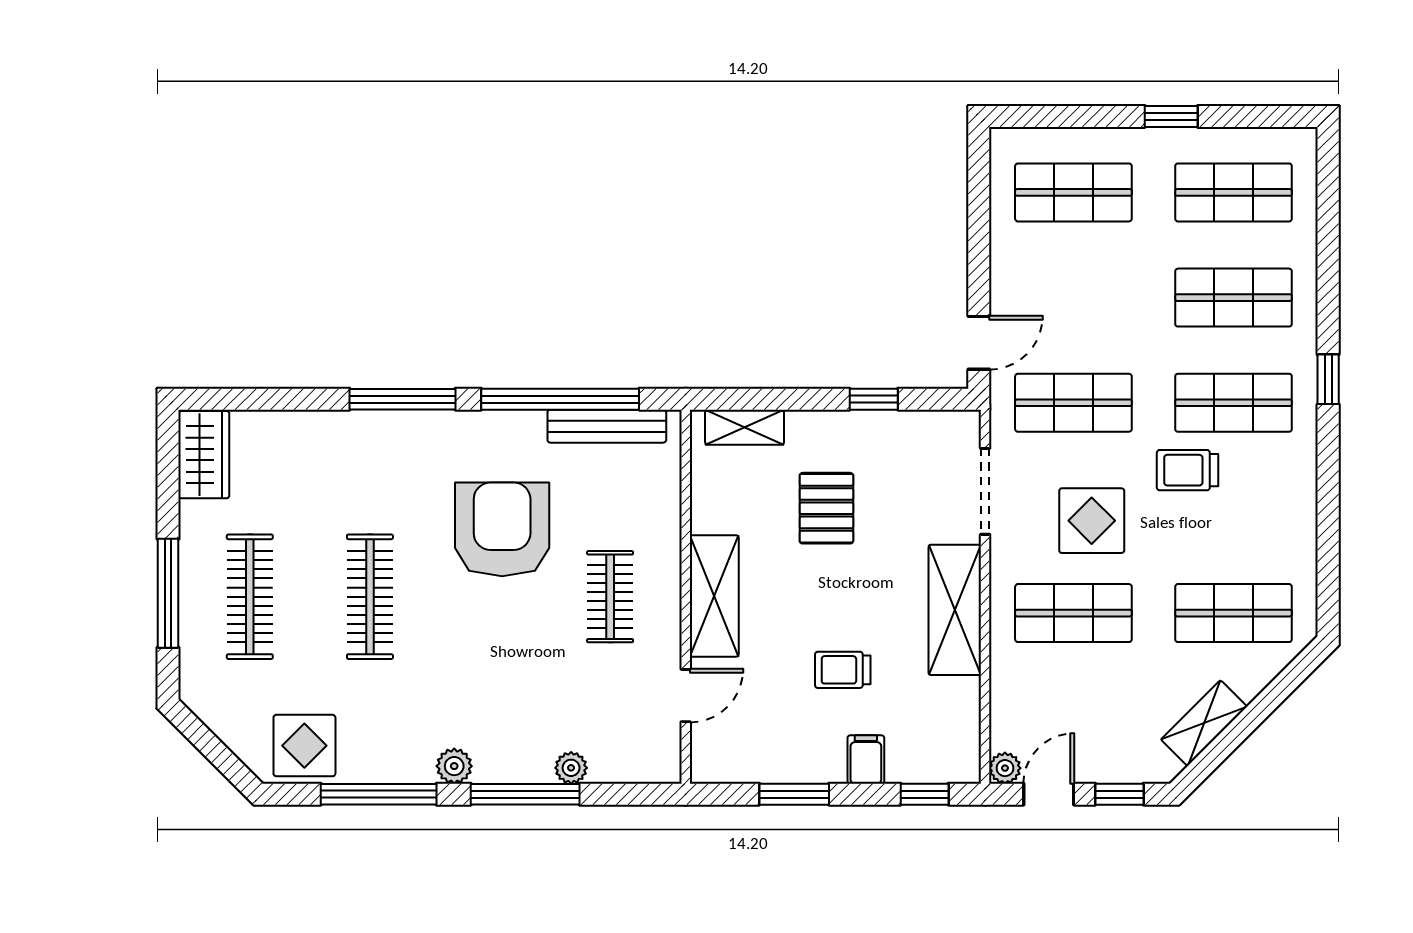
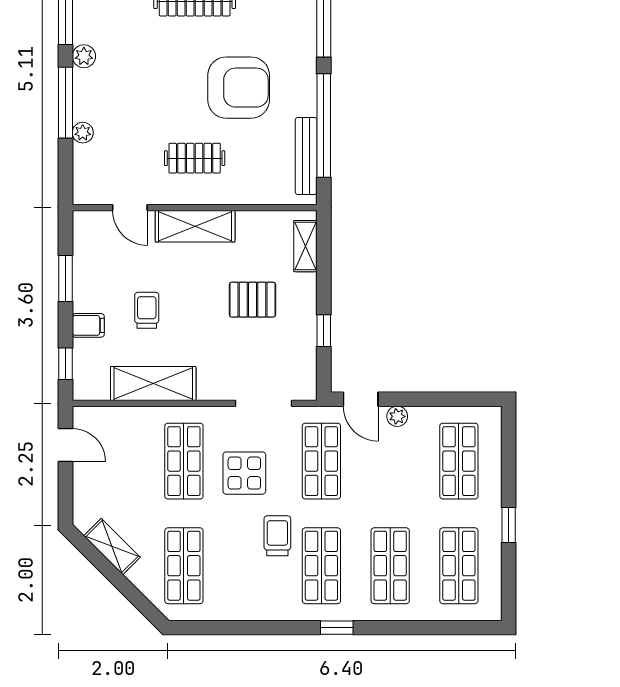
shelving: (955, 610) -> (153, 384), moved
plant: (1005, 768) -> (397, 416), moved
window: (1119, 794) -> (65, 491), removed

